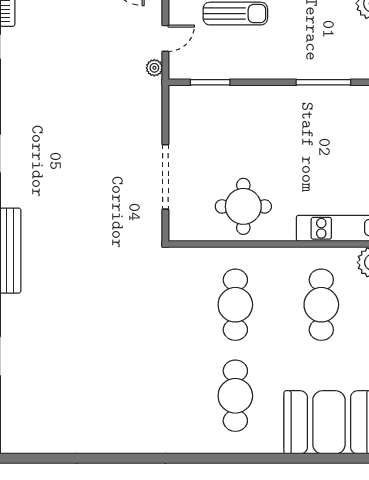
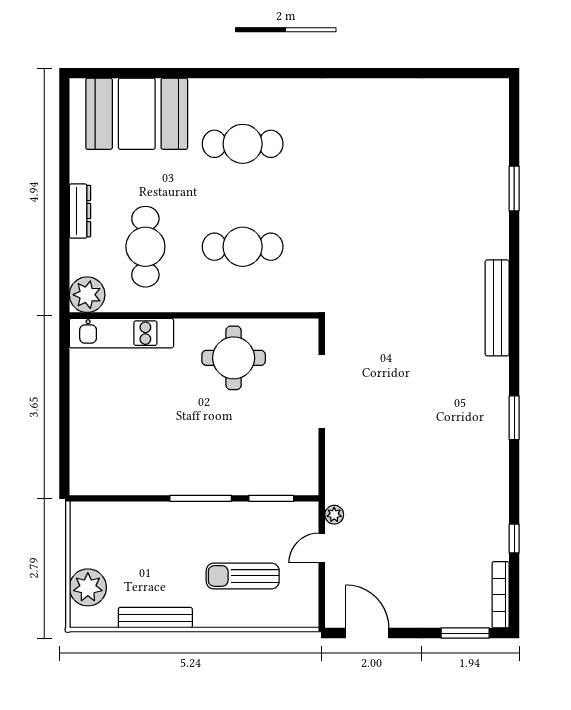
window: (323, 82) -> (201, 498), moved
cafe table: (235, 305) -> (243, 247), turned 90
cafe table: (235, 396) -> (243, 144), turned 90

